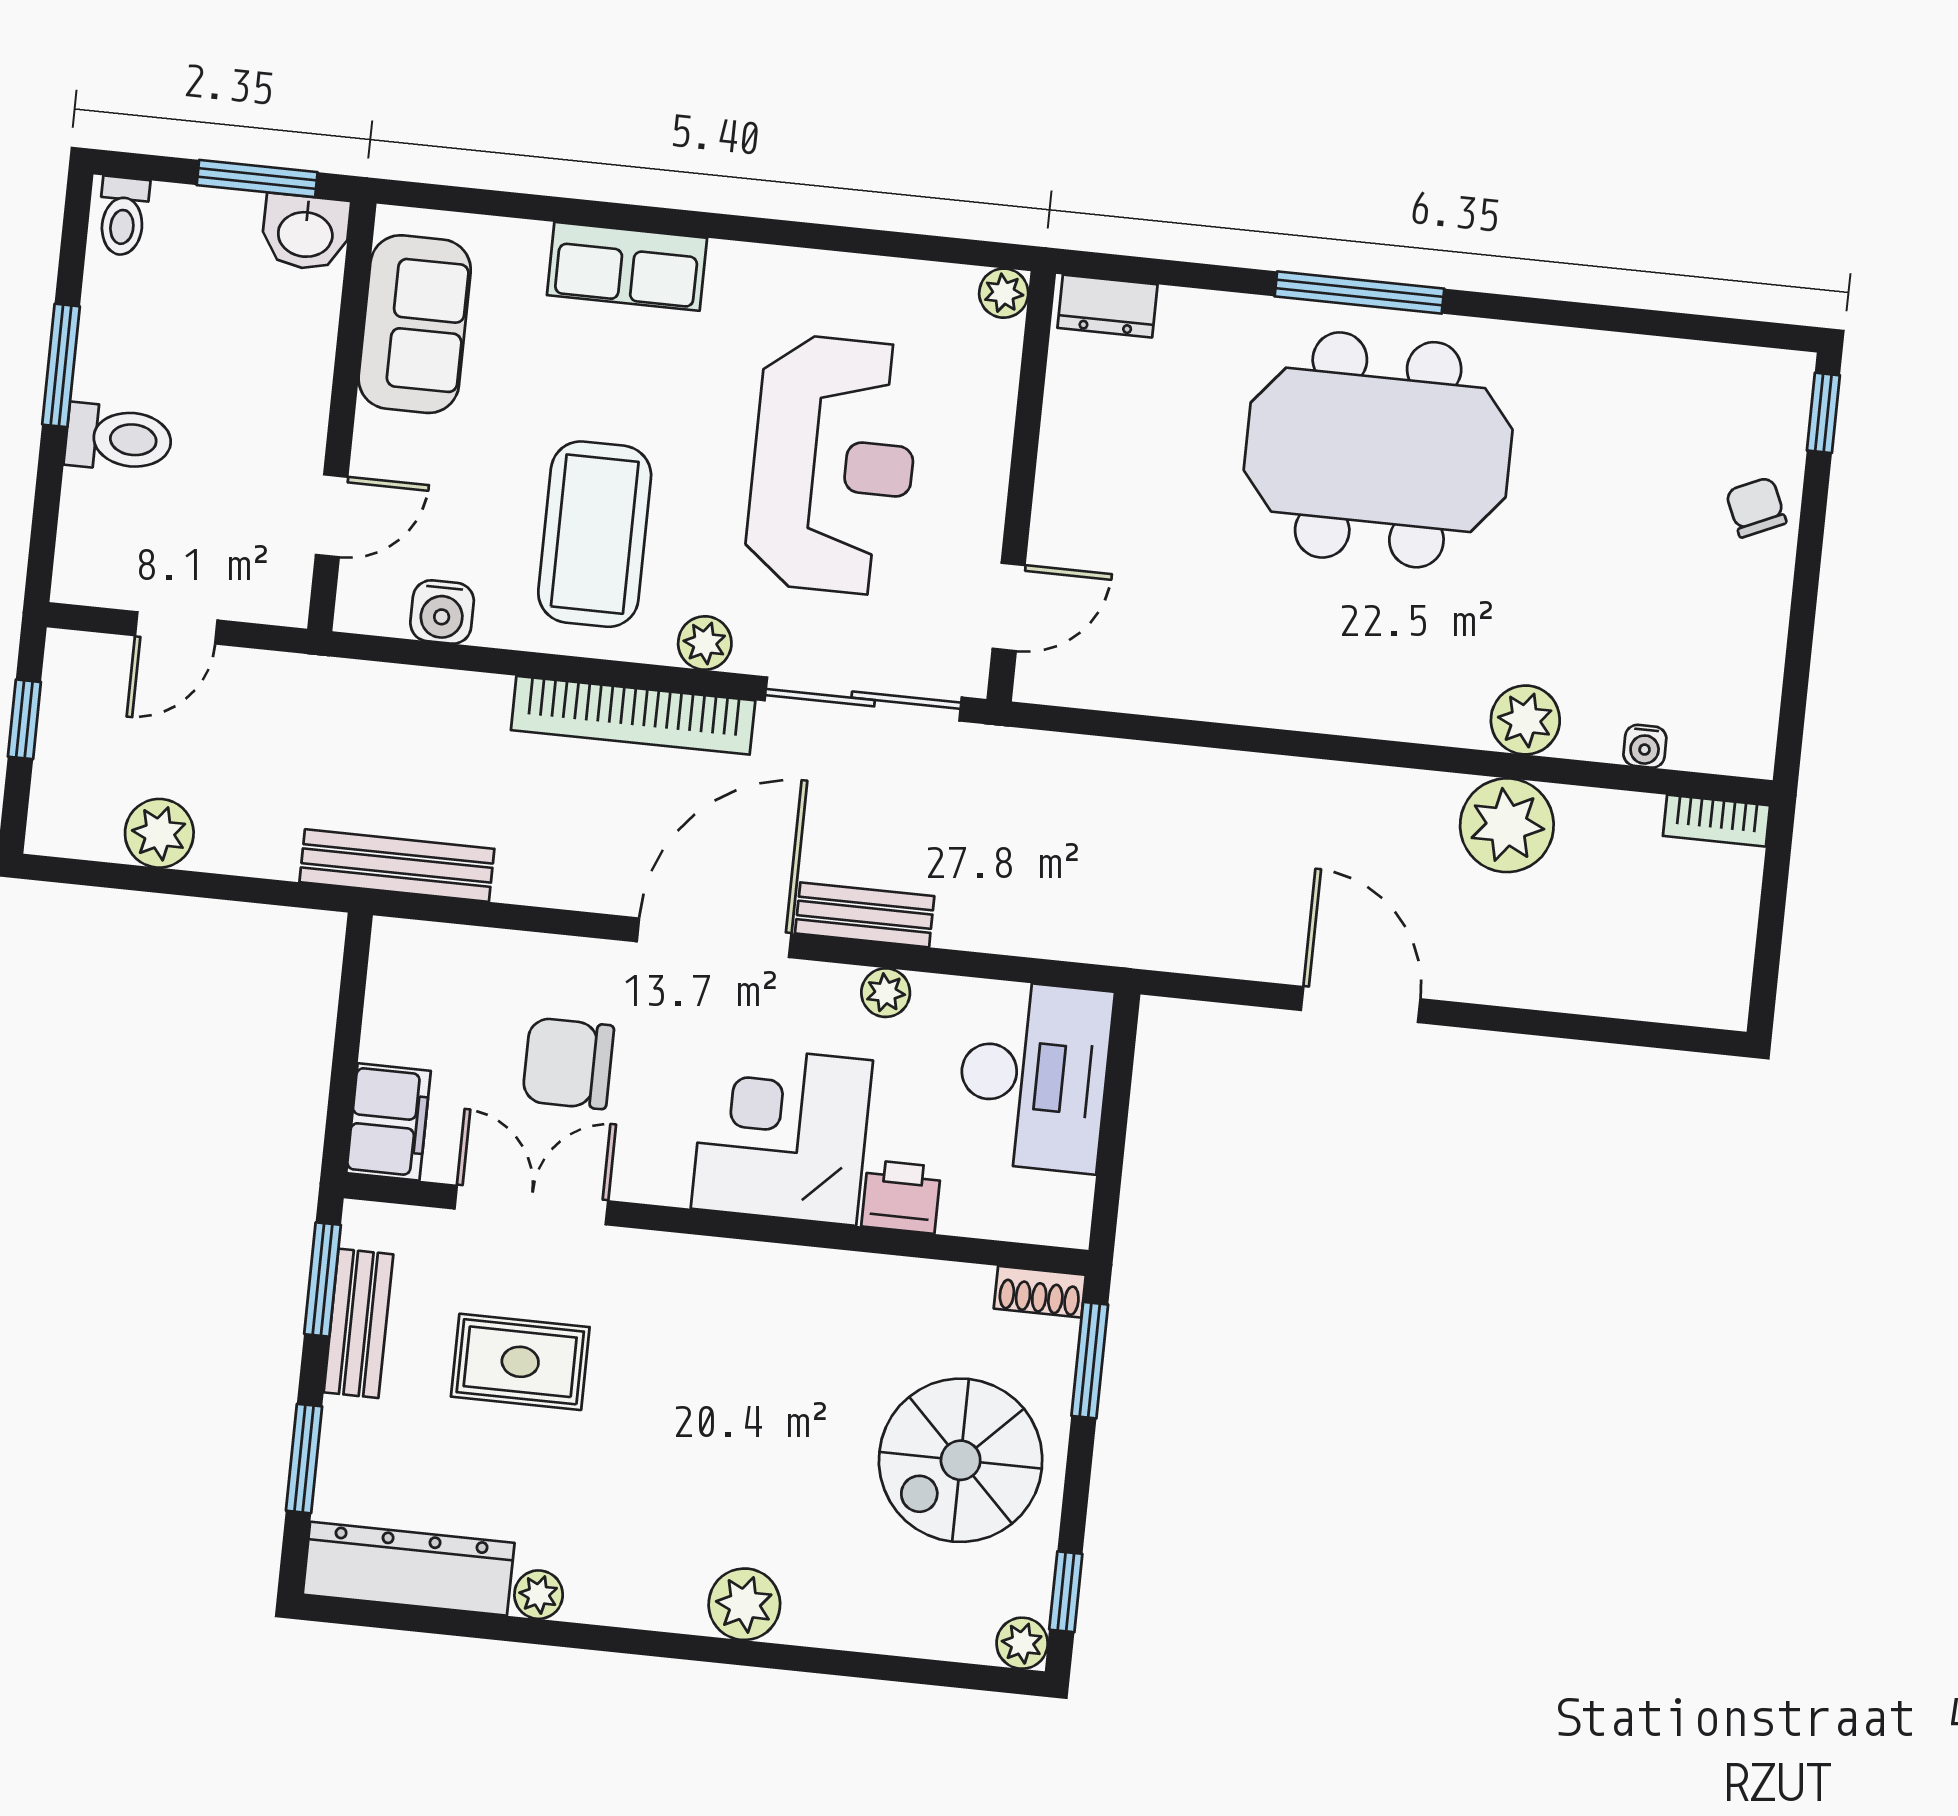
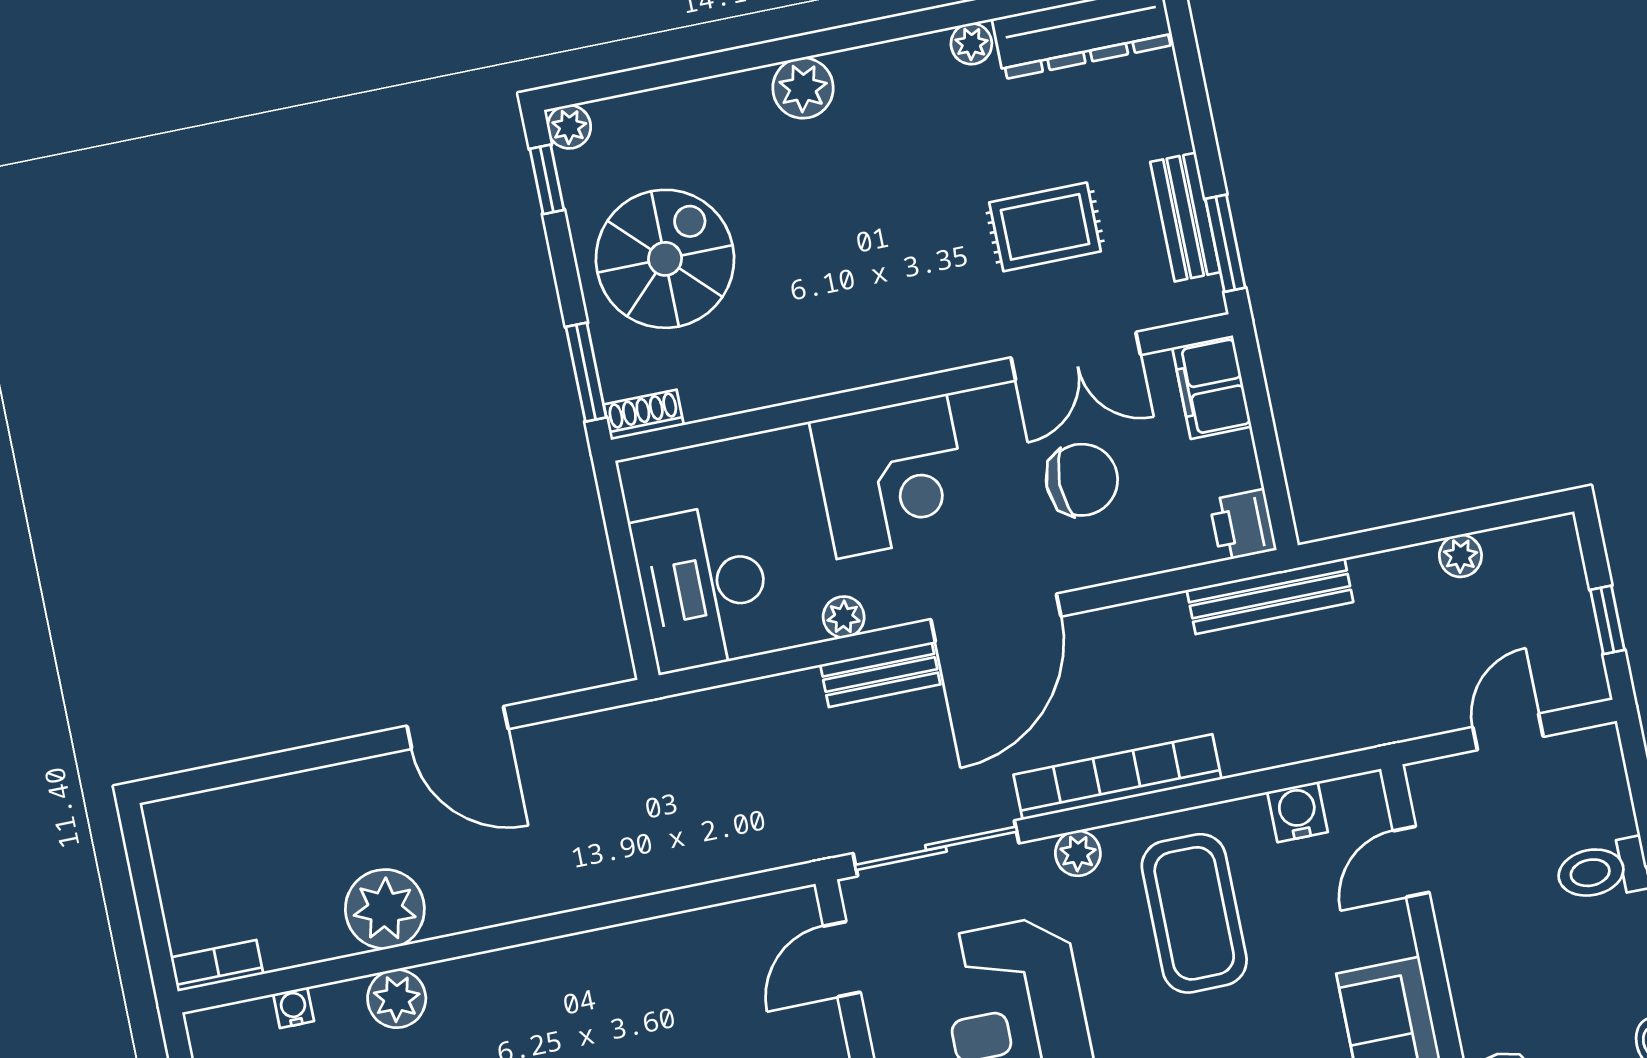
plant: (159, 833) -> (1460, 556), width x0.73, depth x0.73
printer: (901, 1197) -> (1243, 525), moved, turned 90
window: (304, 1459) -> (1195, 94), removed

